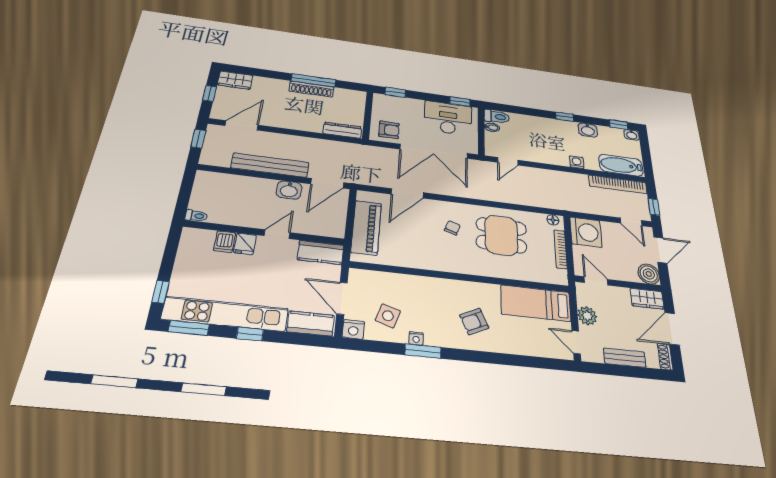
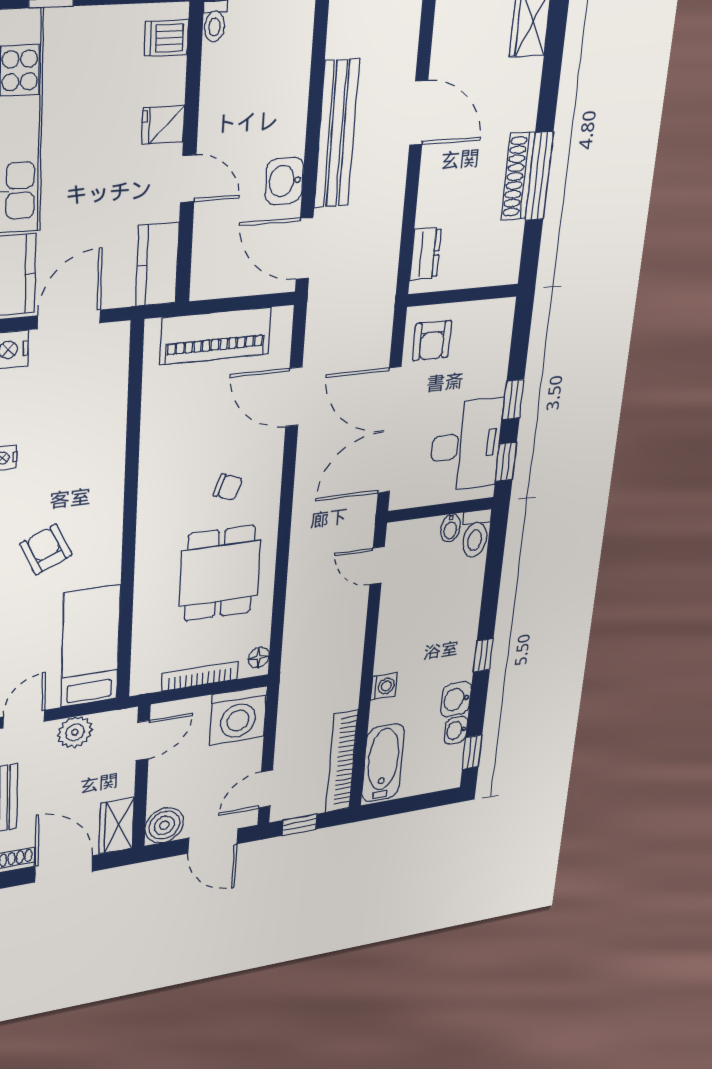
window: (395, 92) -> (513, 400), moved
door: (242, 125) -> (419, 113), moved
dresser: (342, 130) -> (425, 254), width x0.70
washbasin: (632, 135) -> (456, 730), moved
dishwasher: (225, 242) -> (166, 38), moved
side table: (388, 316) -> (43, 404), removed

